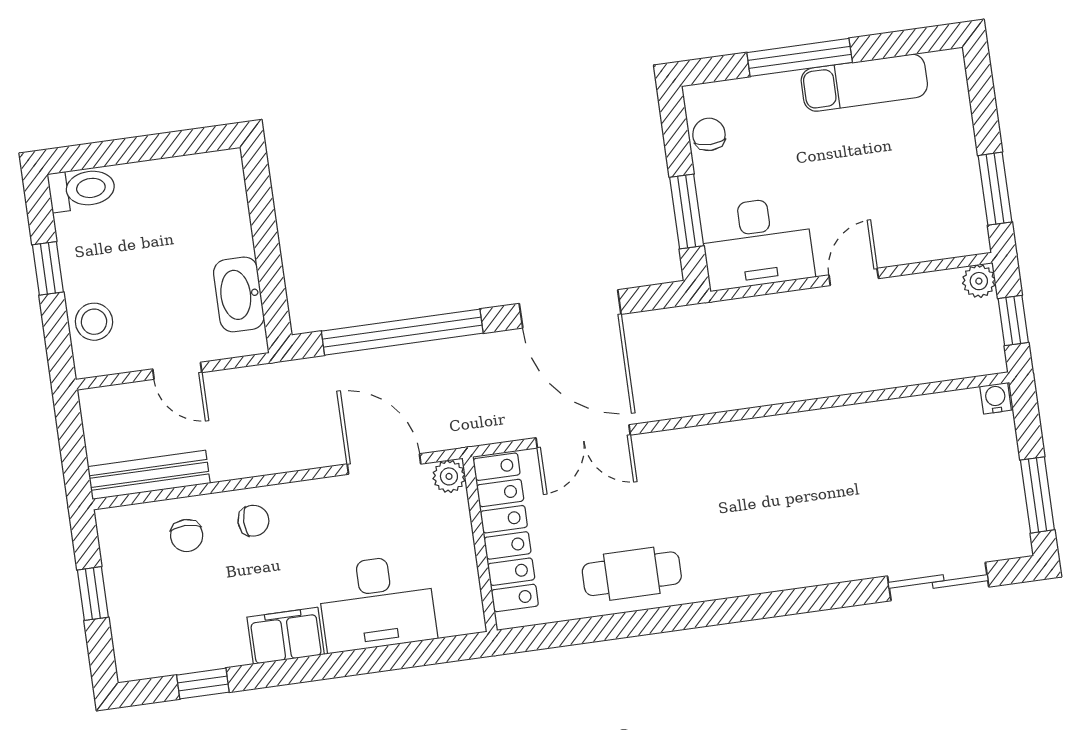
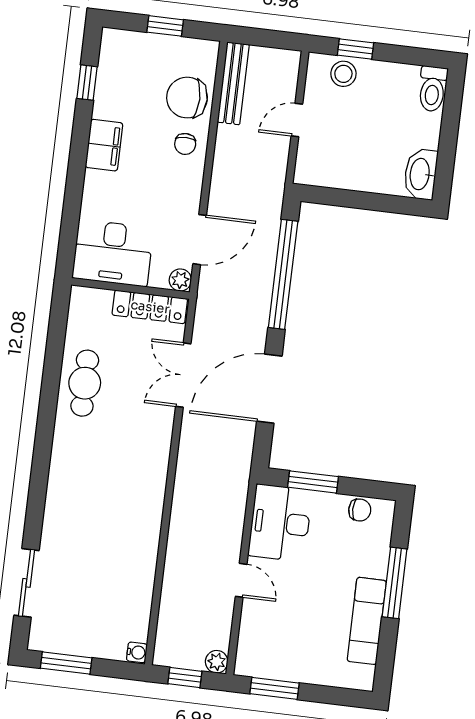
window: (48, 268) -> (356, 49), moved
washbasin: (239, 294) -> (421, 174), moved, turned -90
locker: (506, 532) -> (150, 307), width x0.71, depth x0.83
chair: (187, 536) -> (187, 98), width x1.87, depth x1.87
desk: (377, 603) -> (113, 253), moved, turned -90

